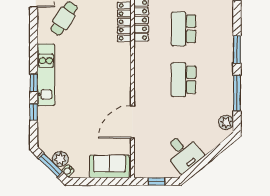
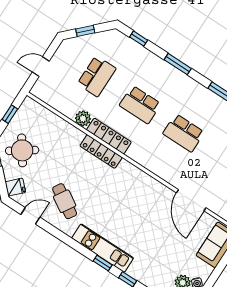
window: (237, 49) -> (178, 64), moved

